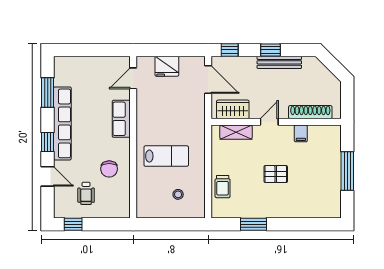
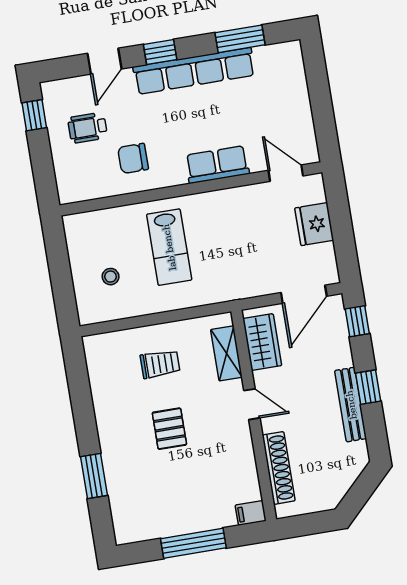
filing cabinet: (301, 133) -> (251, 513), moved
trolley: (223, 187) -> (160, 364), moved, turned 180
window: (254, 224) -> (94, 476), moved

